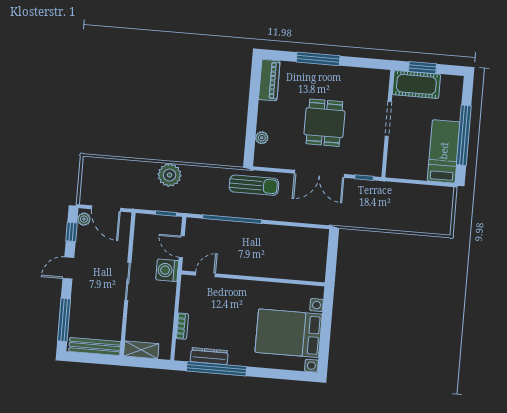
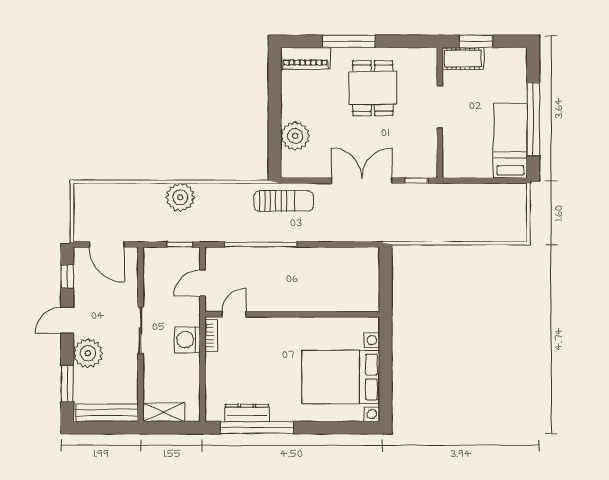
piano: (269, 80) -> (305, 58), moved, turned 90
cot: (416, 84) -> (463, 59), width x0.73, depth x0.75
dining table: (324, 123) -> (373, 88), moved
plant: (262, 138) -> (295, 136), width x1.87, depth x1.87
double door: (319, 174) -> (362, 181), swing flipped
plant: (84, 219) -> (88, 353), moved, width x1.87, depth x1.87
door: (182, 247) -> (202, 283), hinge flipped
washing machine: (167, 270) -> (187, 340), moved
window: (64, 320) -> (67, 384), width x0.69
bookcase: (182, 326) -> (211, 336), moved

